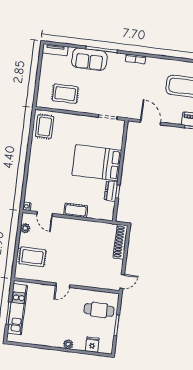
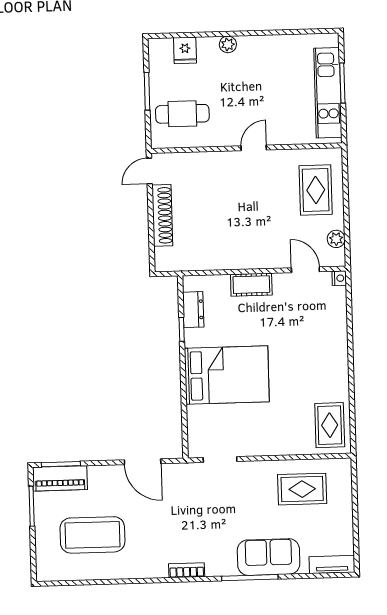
dresser: (111, 191) -> (193, 310), moved
shoe rack: (120, 242) -> (162, 215), moved
rug: (32, 257) -> (316, 190), turned 90

